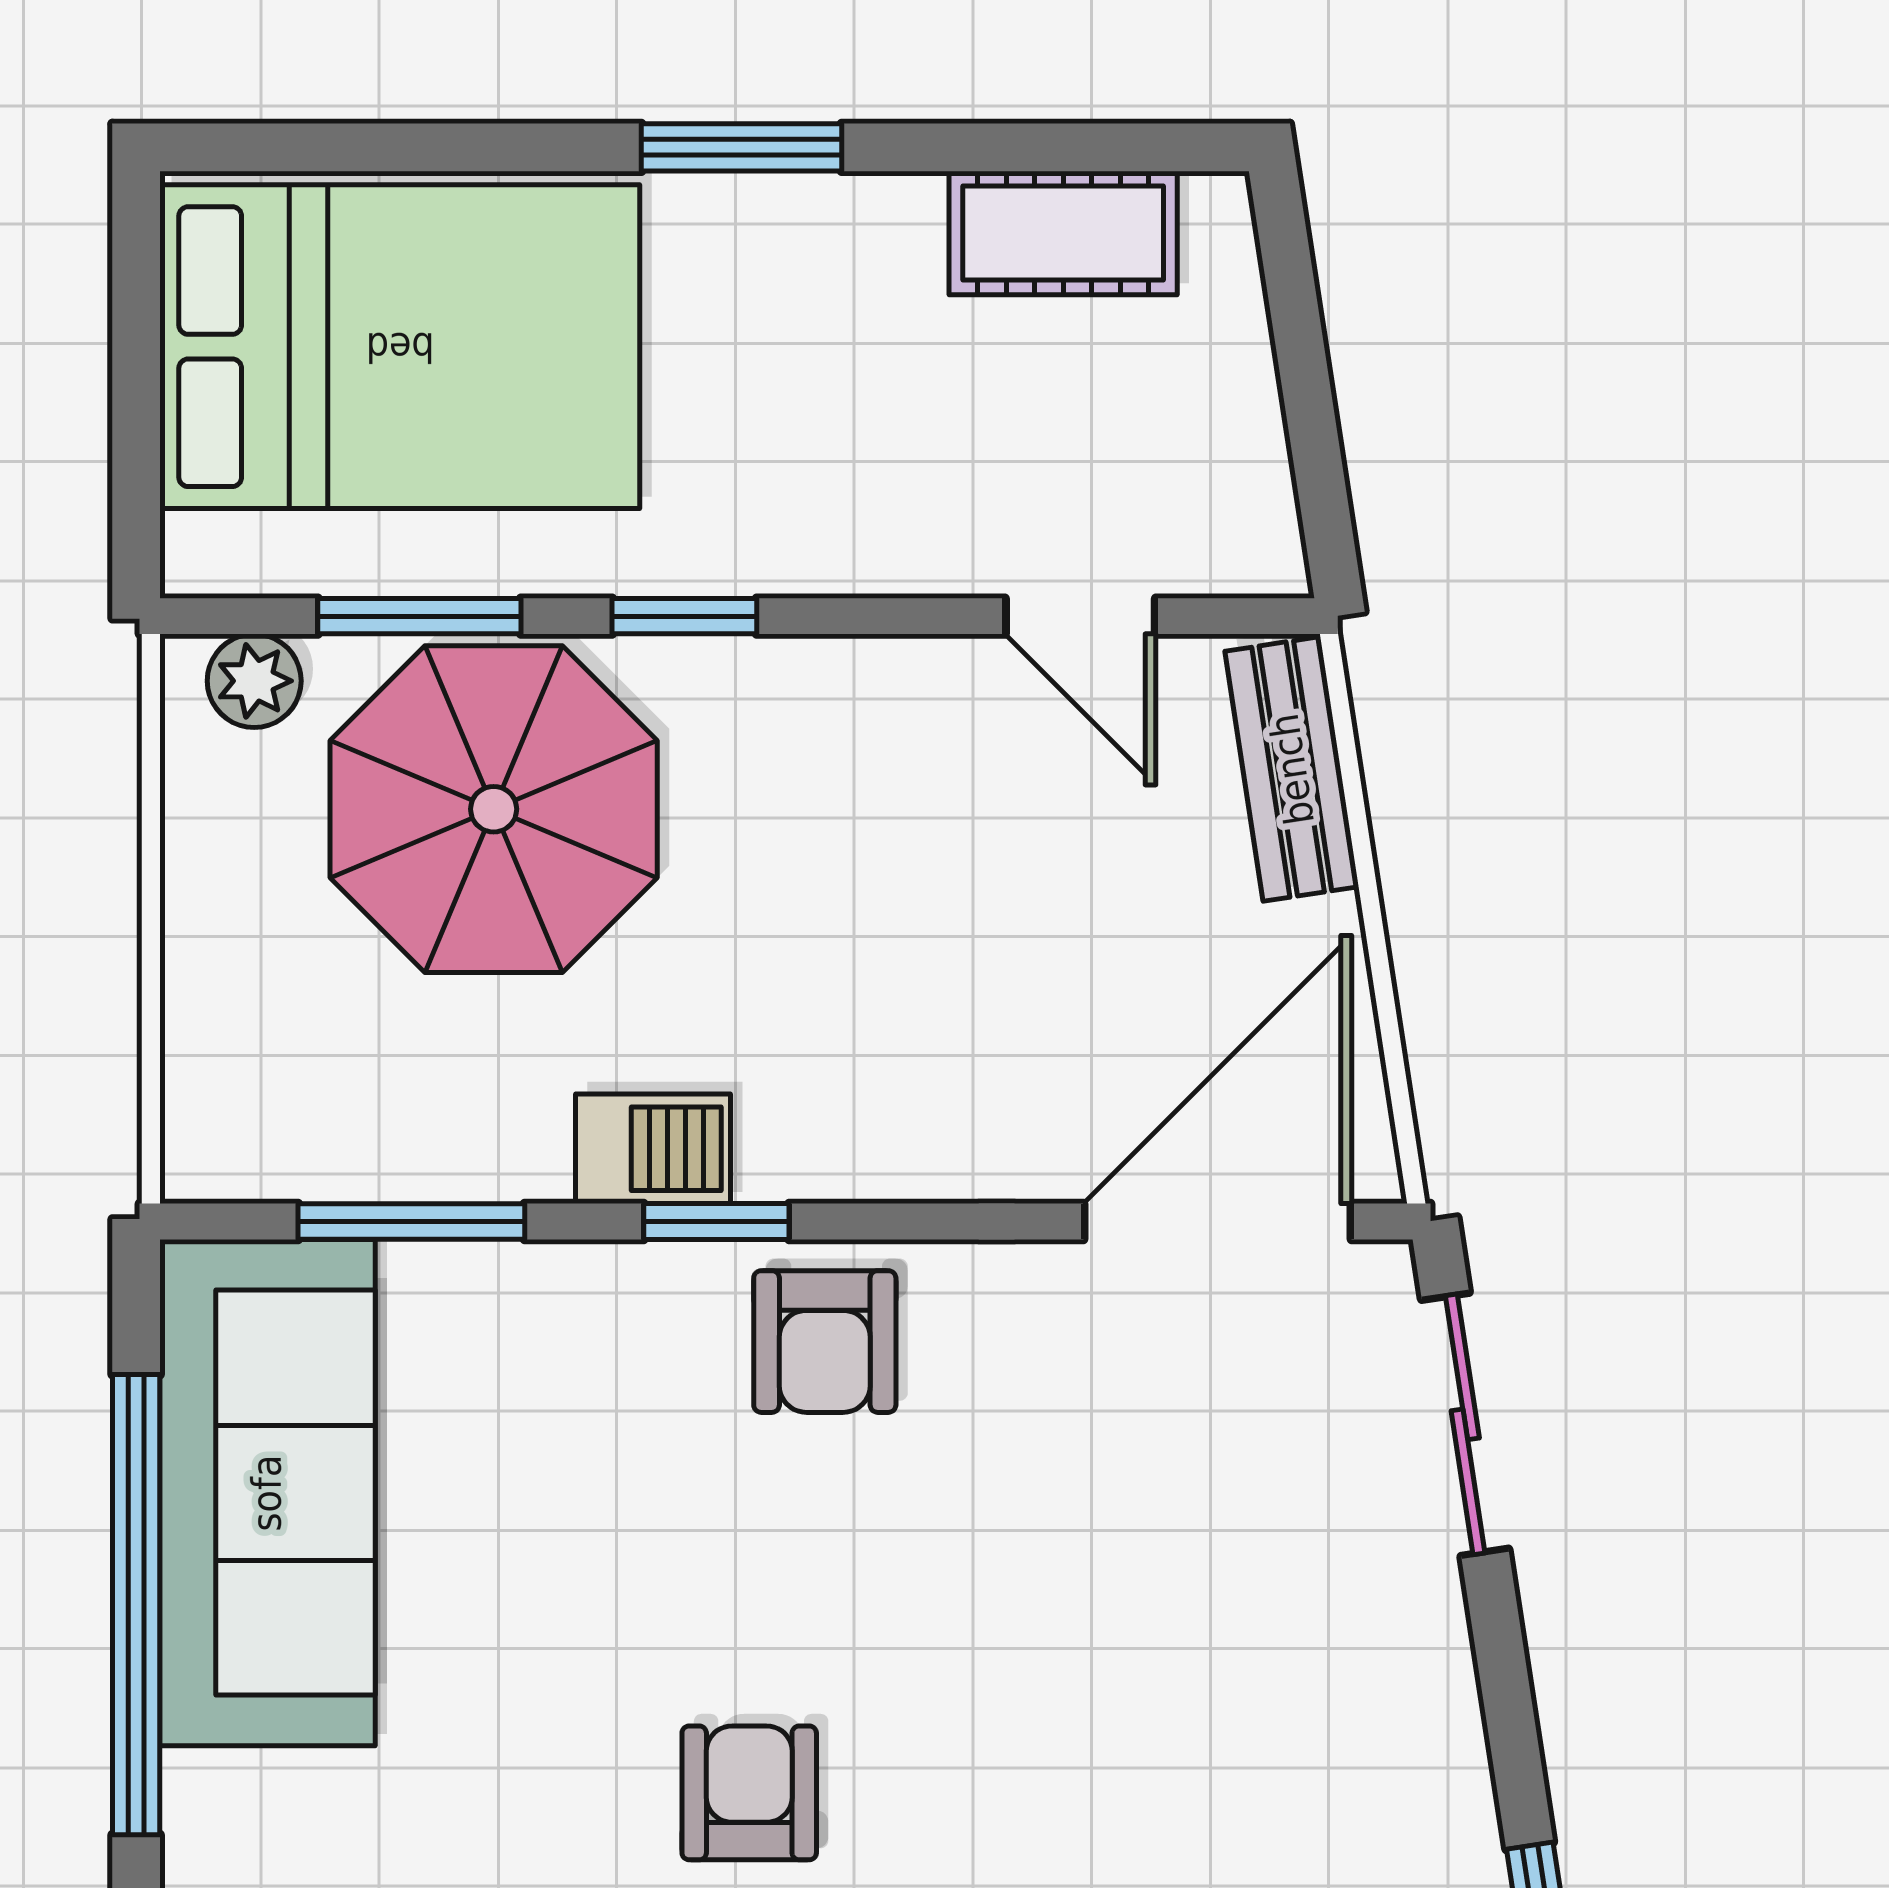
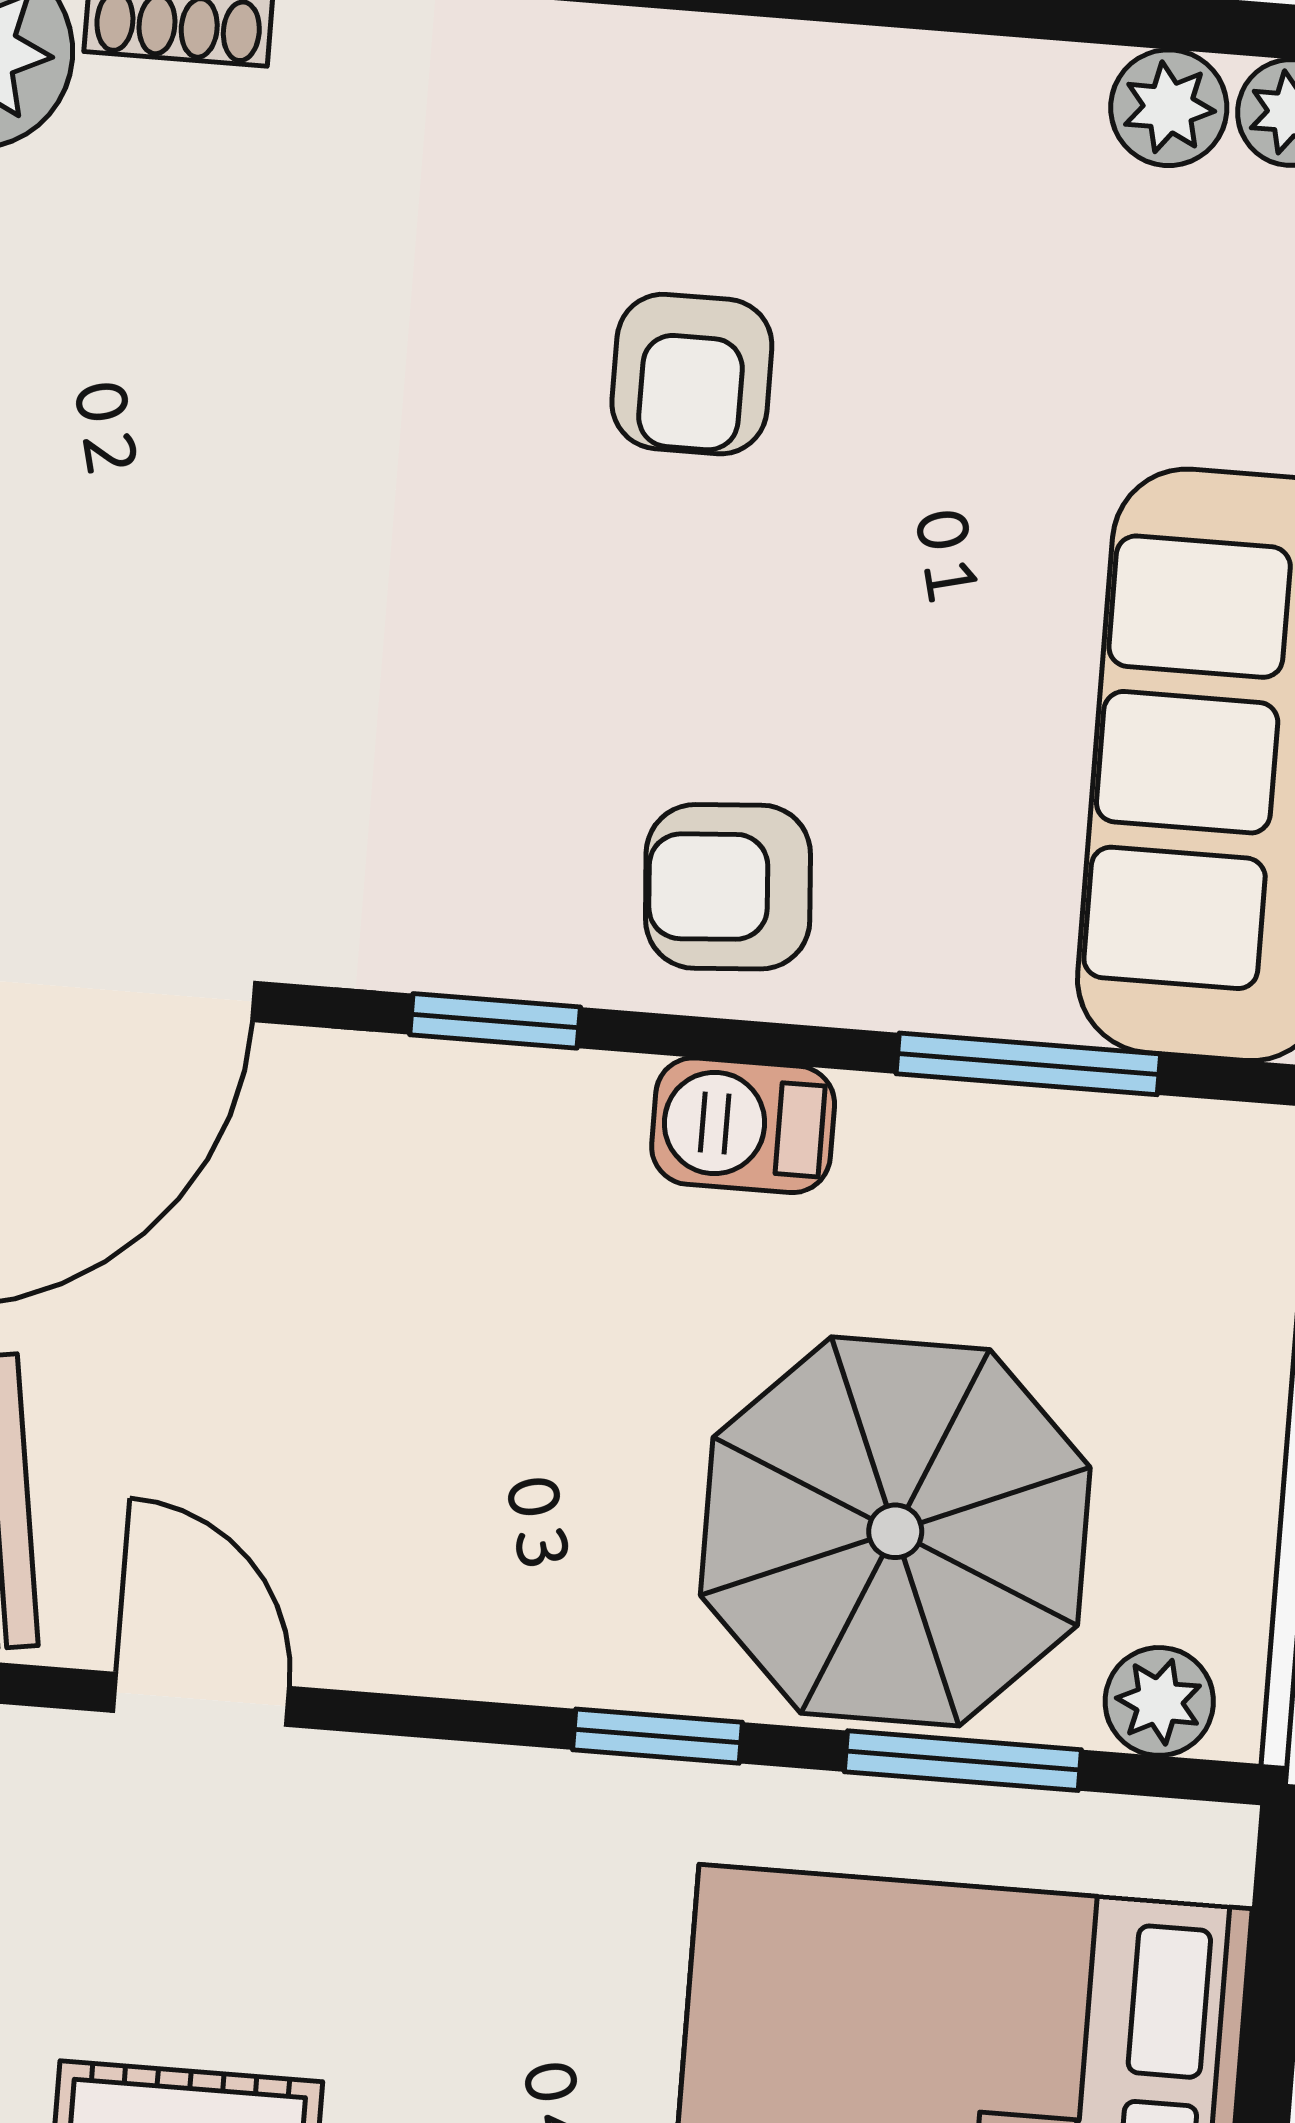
window: (716, 1222) -> (495, 1021), moved
armchair: (825, 1342) -> (728, 887), moved, turned -94

